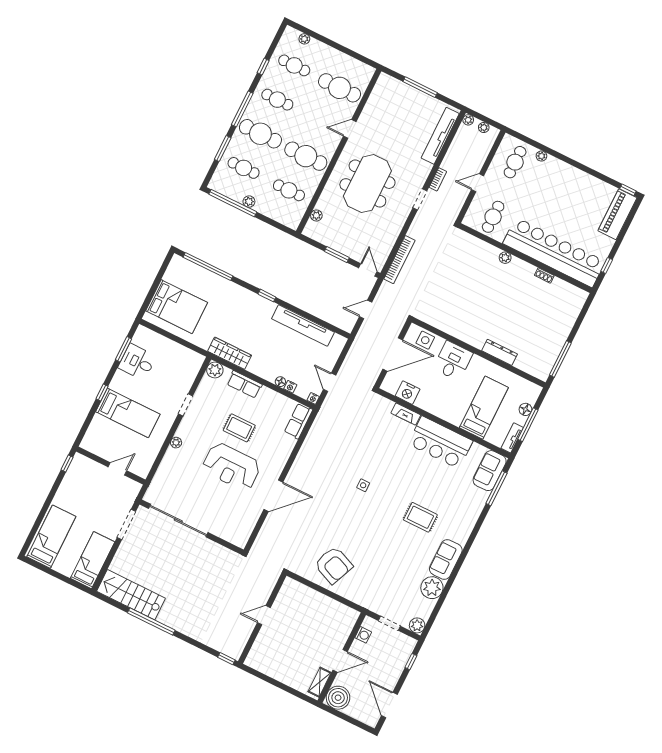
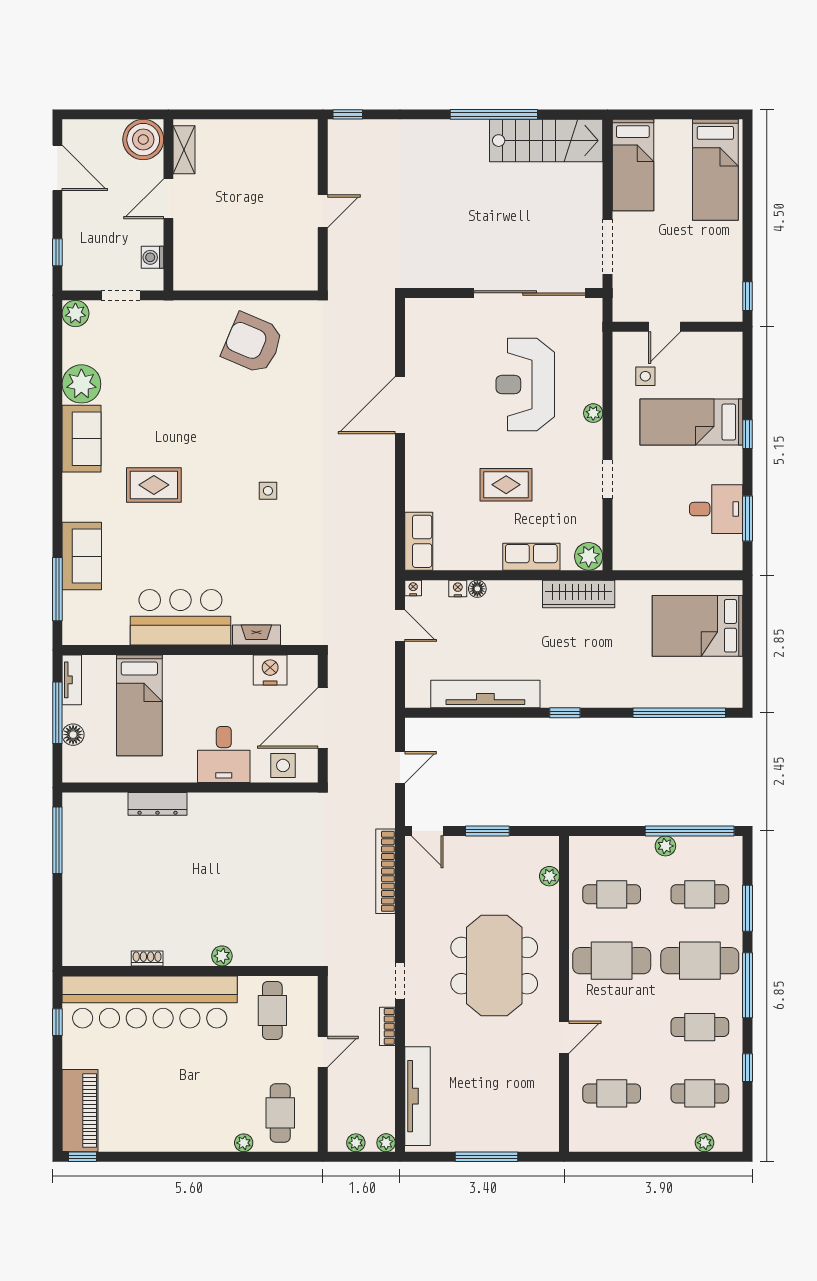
cafe table: (340, 88) -> (612, 1093), width x0.73, depth x0.74
side table: (140, 448) -> (645, 376), added
reception desk: (231, 467) -> (525, 385), moved, turned -90
sofa: (490, 471) -> (82, 556), moved

